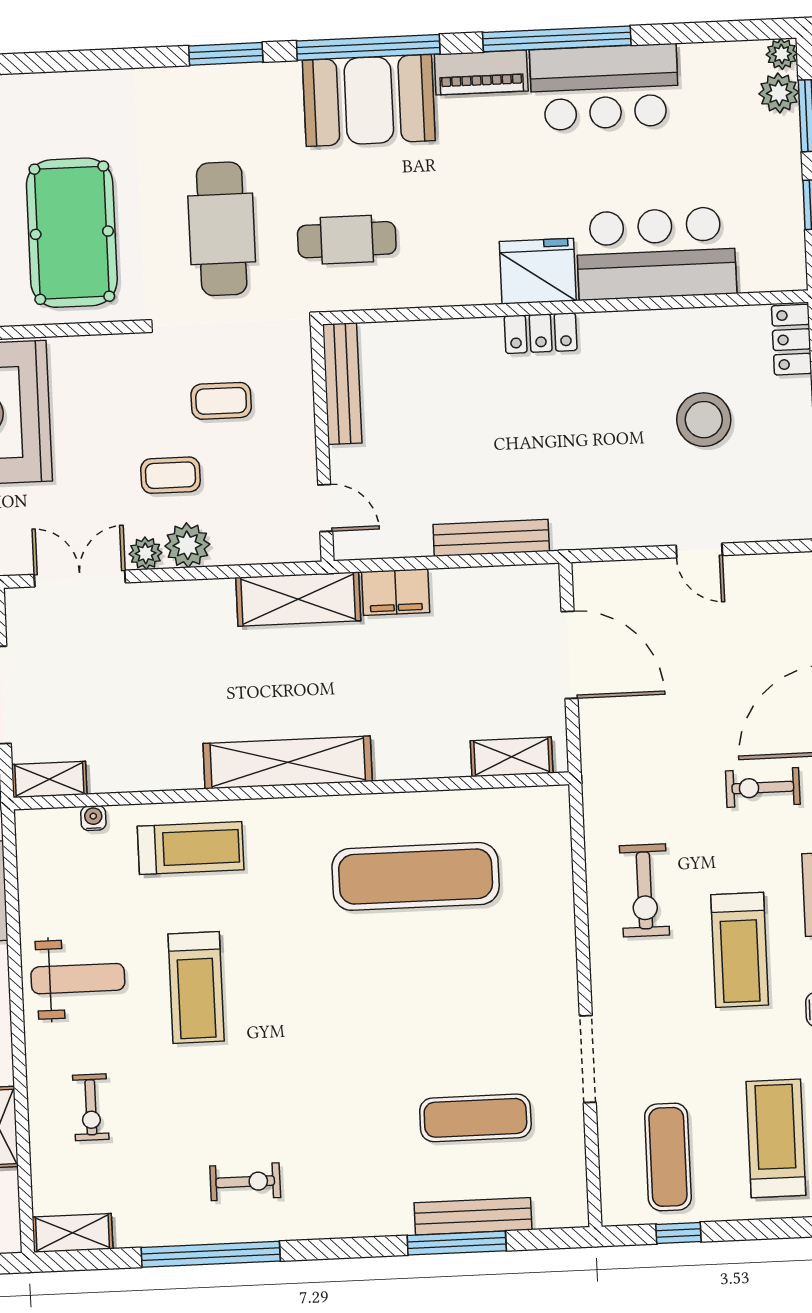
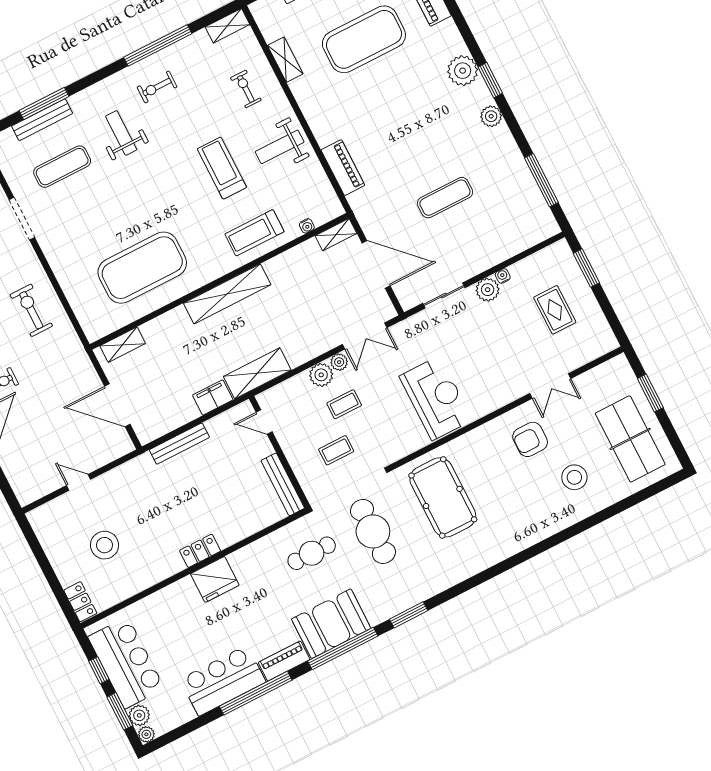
bar counter: (656, 253) -> (126, 663), moved, turned -90
exercise mat: (416, 876) -> (142, 268), width x1.47
weight bench: (345, 1130) -> (121, 133), added

